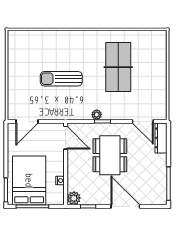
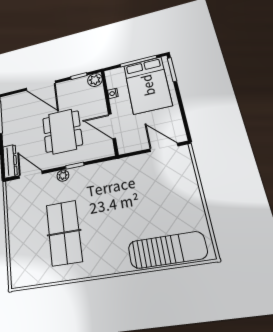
sun lounger: (61, 79) -> (167, 250), moved, width x1.36, depth x1.34
plant: (97, 115) -> (63, 176), moved
door: (27, 121) -> (164, 147), hinge flipped
door: (66, 138) -> (112, 126), moved

